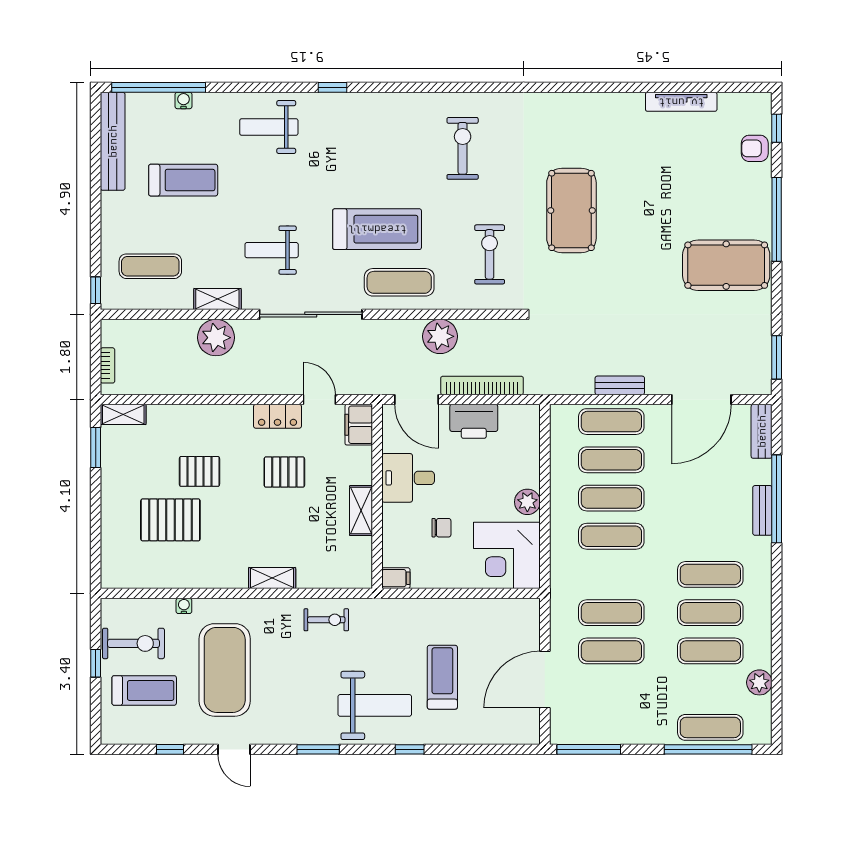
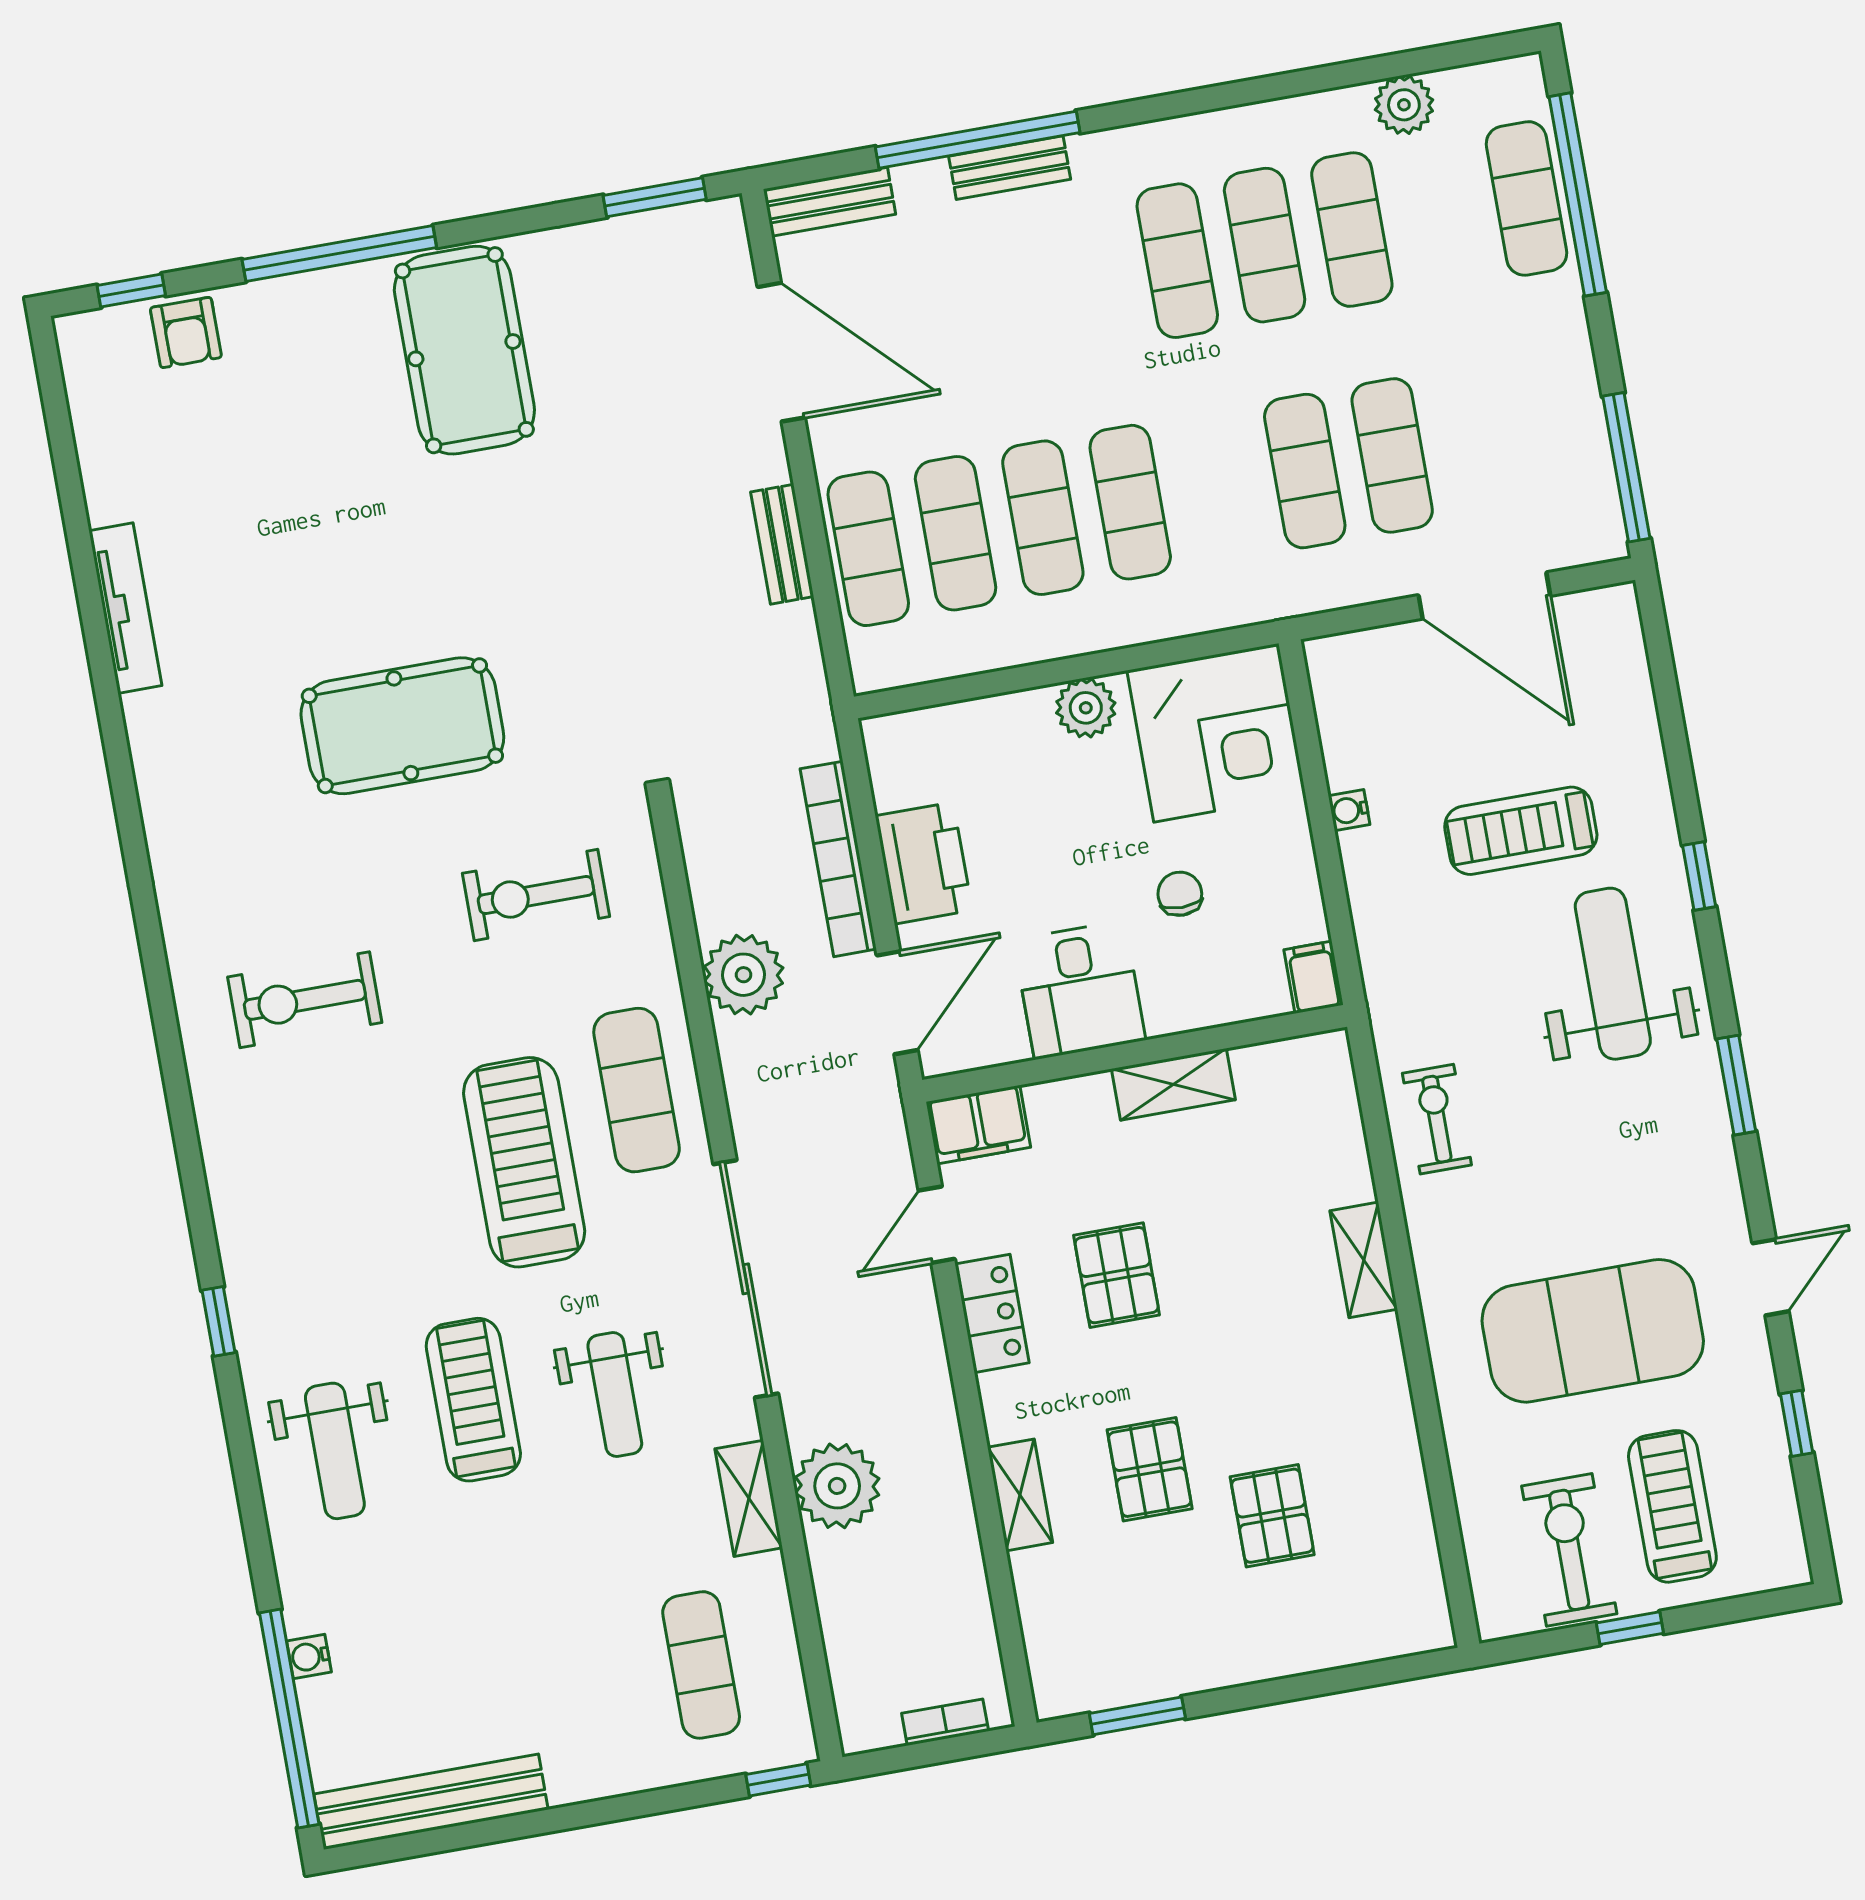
tv unit: (681, 102) -> (125, 608), moved
treadmill: (183, 180) -> (473, 1400), moved
shelving: (123, 414) -> (1020, 1495), moved
pallet: (170, 520) -> (1272, 1516), width x0.67, depth x0.71
water cooler: (184, 606) -> (1349, 810), moved

